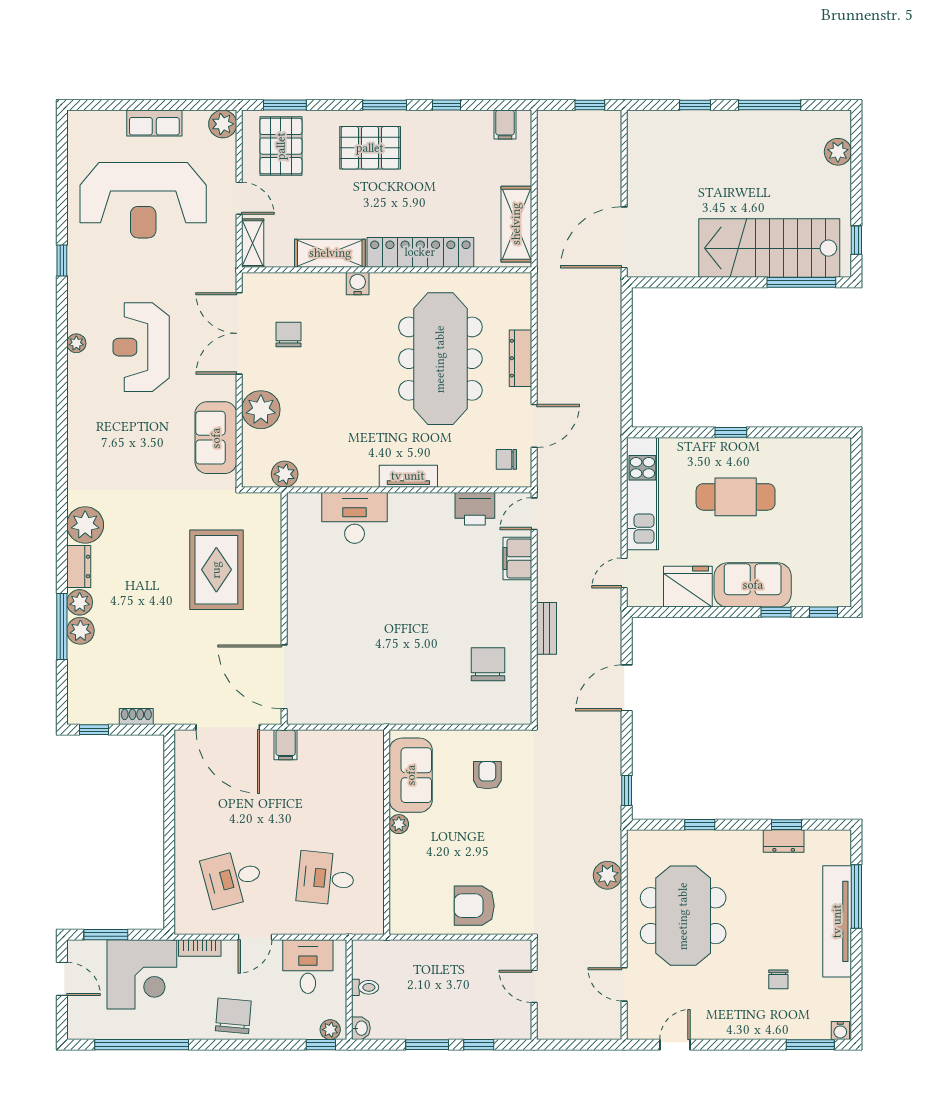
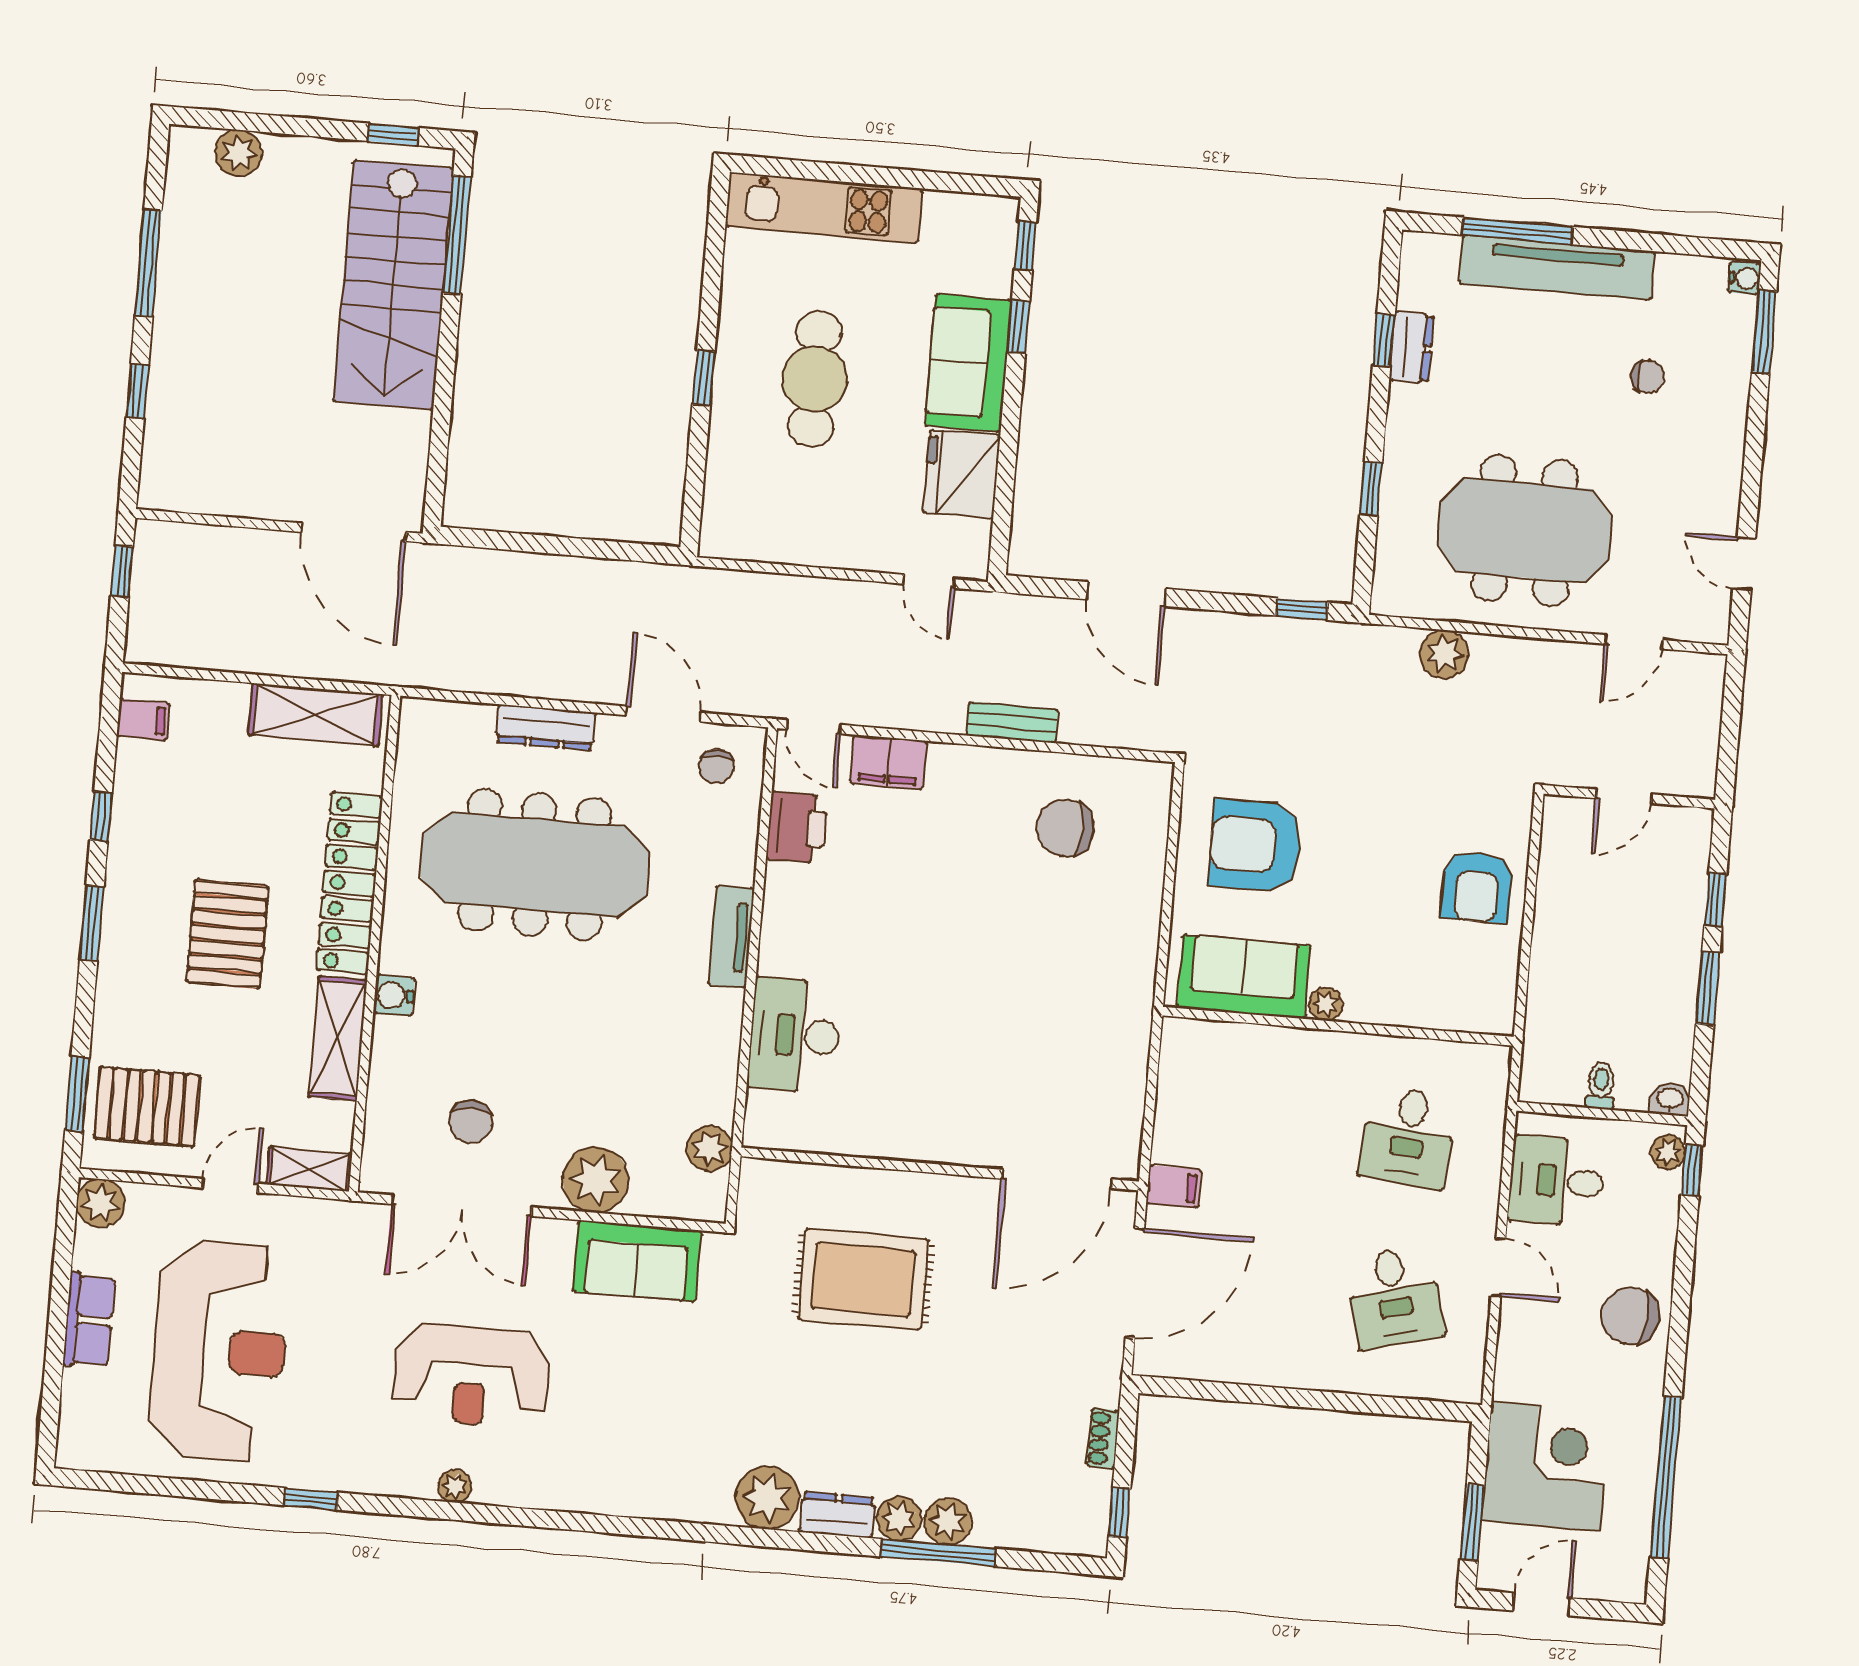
pallet: (370, 148) -> (228, 934), moved
chair: (288, 334) -> (471, 1121), turned -90
kitchen unit: (642, 494) -> (824, 207), moved, turned 180
armchair: (487, 775) -> (1255, 845), width x1.88, depth x1.88
bookcase: (200, 948) -> (1509, 1363), removed

